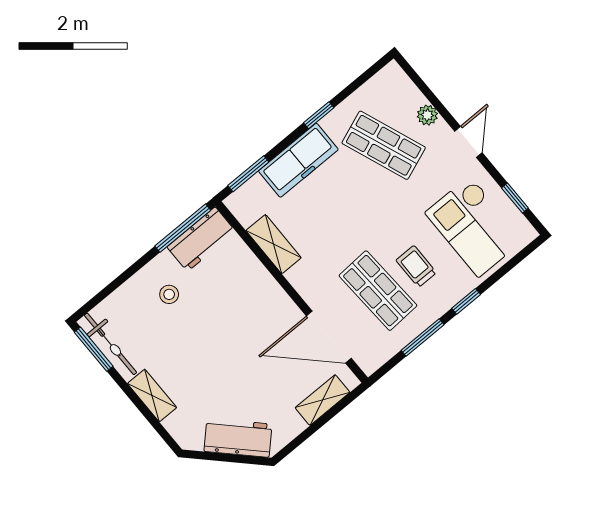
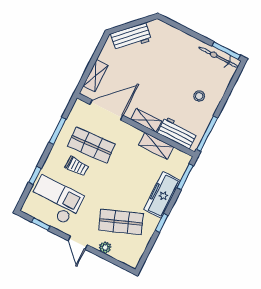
workbench: (201, 239) -> (177, 133), moved, turned 90
window: (466, 301) -> (35, 175), moved
shelving: (152, 396) -> (146, 120), moved

